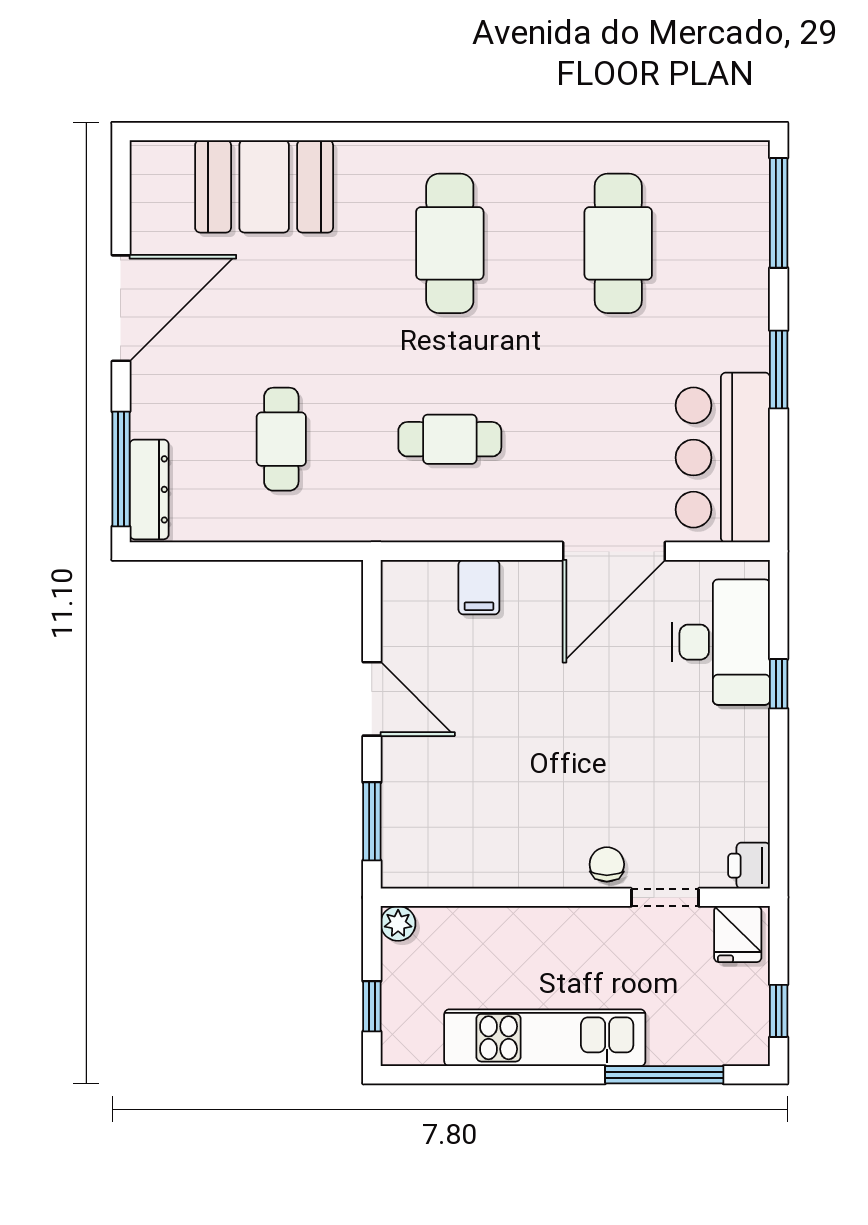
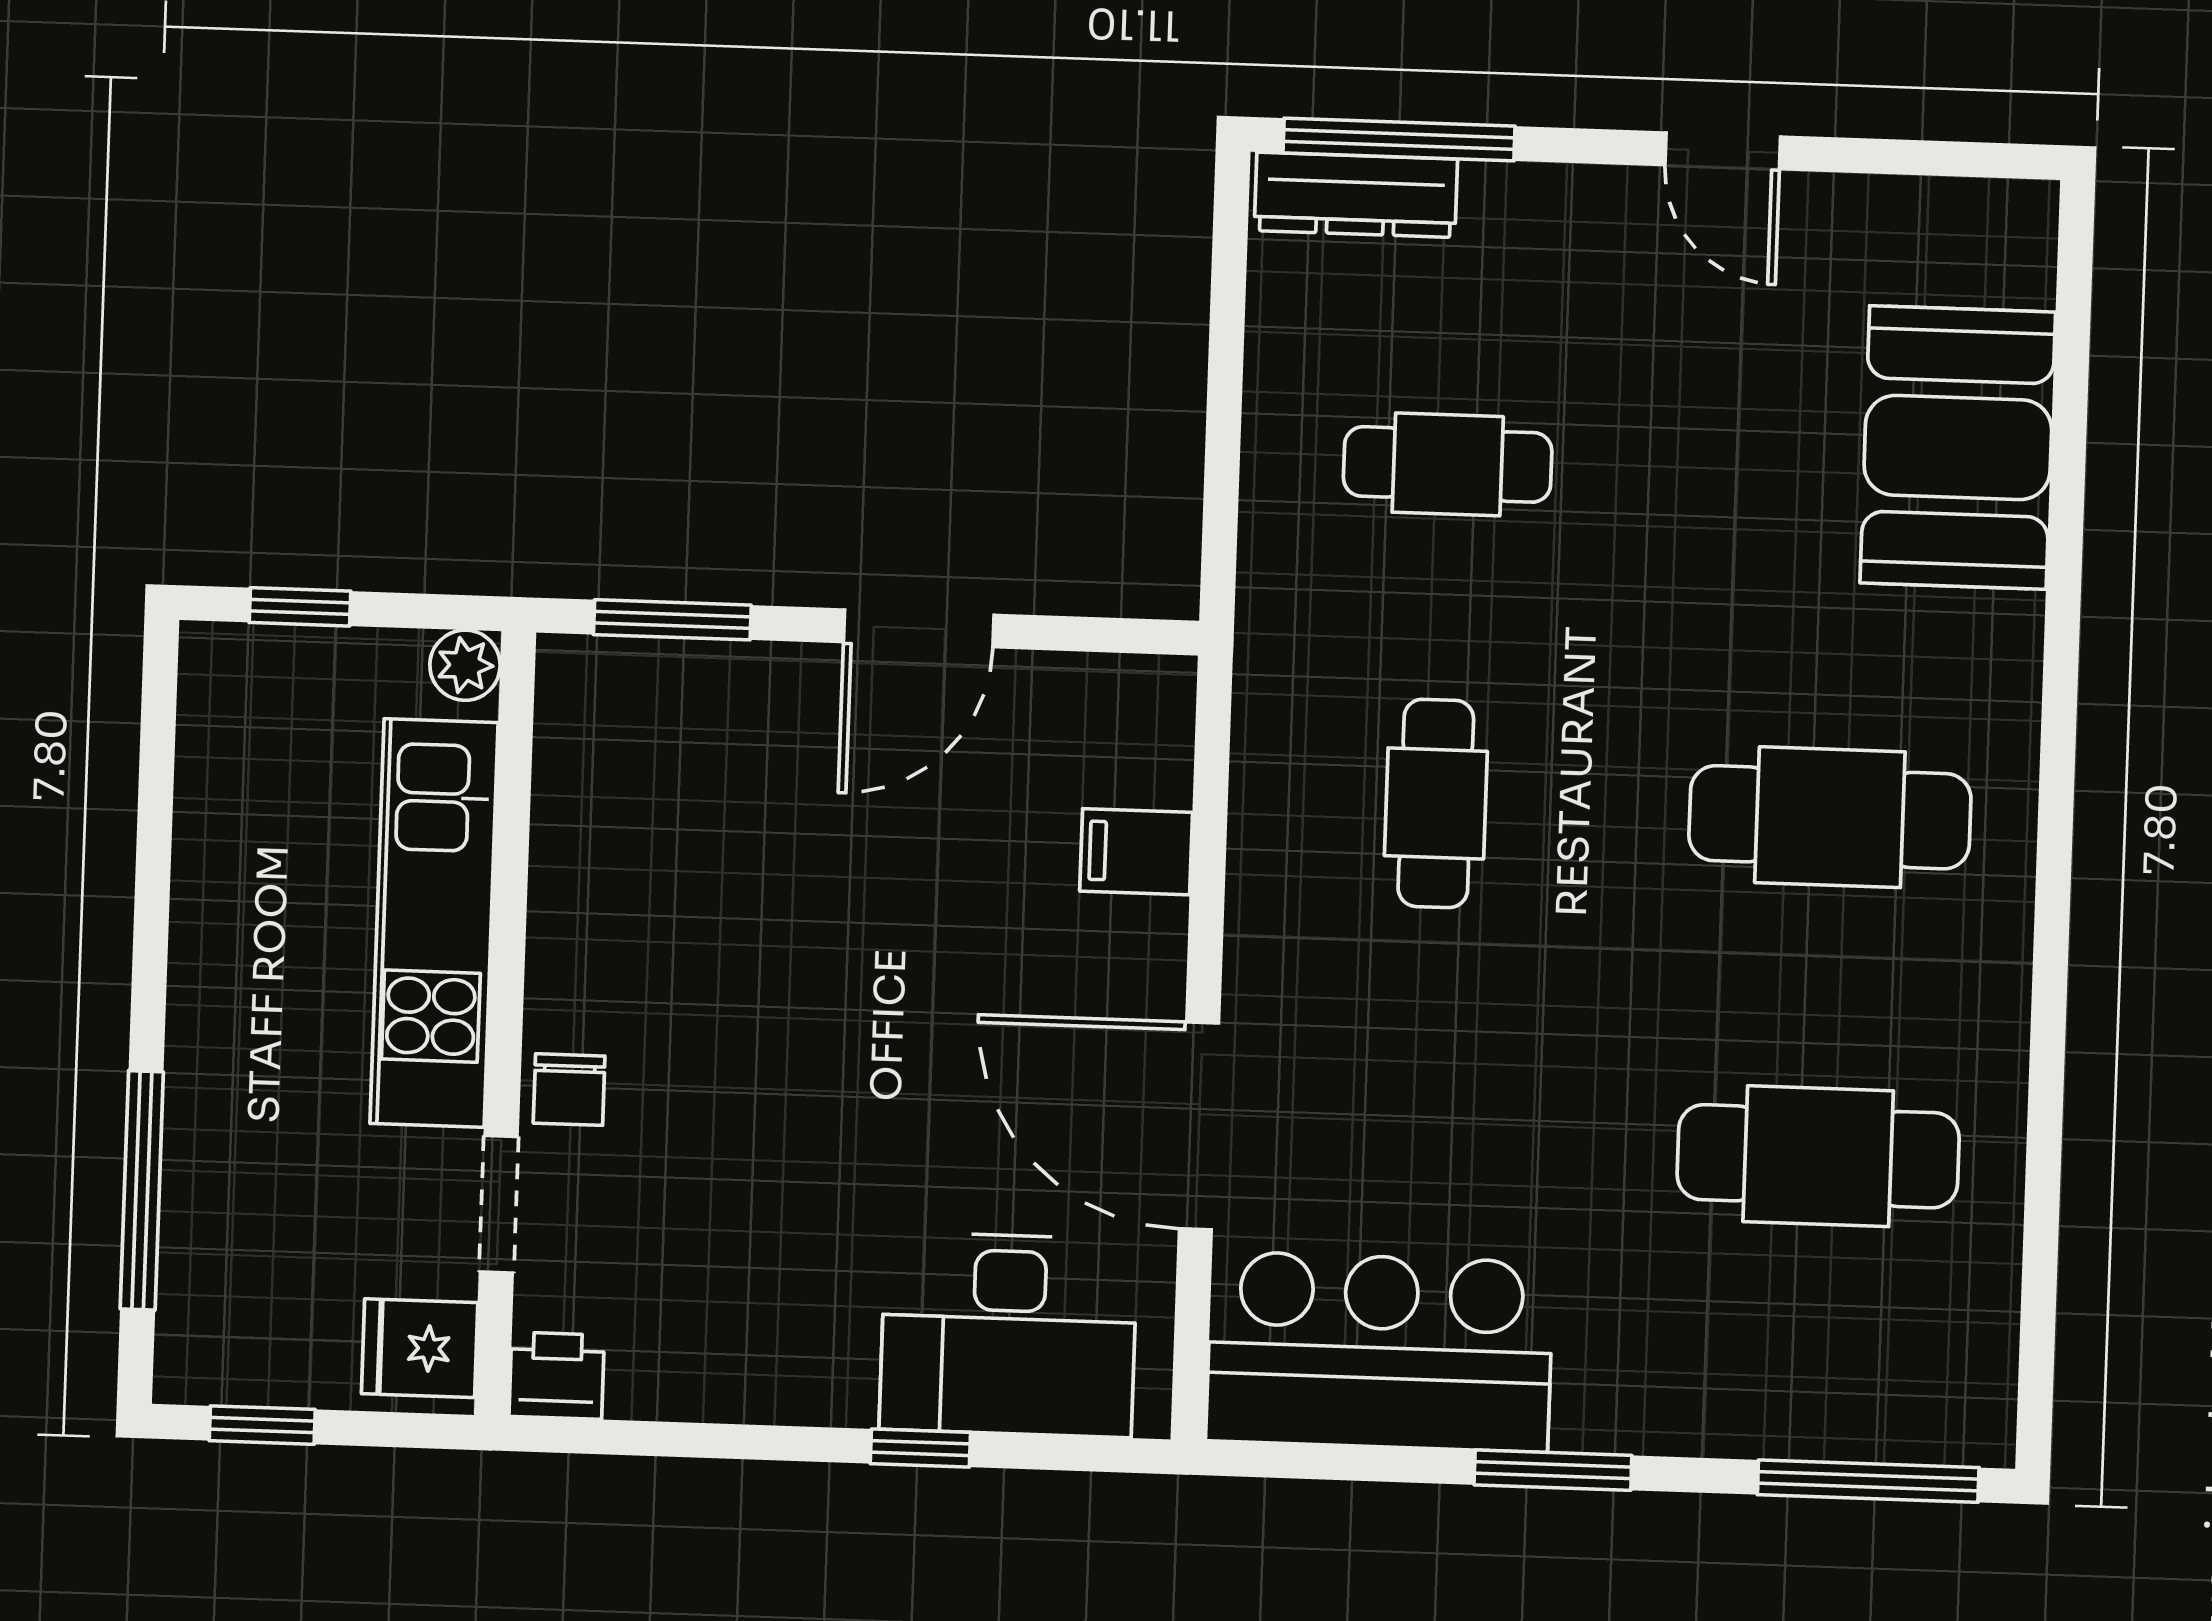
door: (121, 308) -> (1723, 151), width x0.53
chair: (607, 864) -> (569, 1090), turned 90
kitchen unit: (545, 1038) -> (434, 923), moved, turned 180

